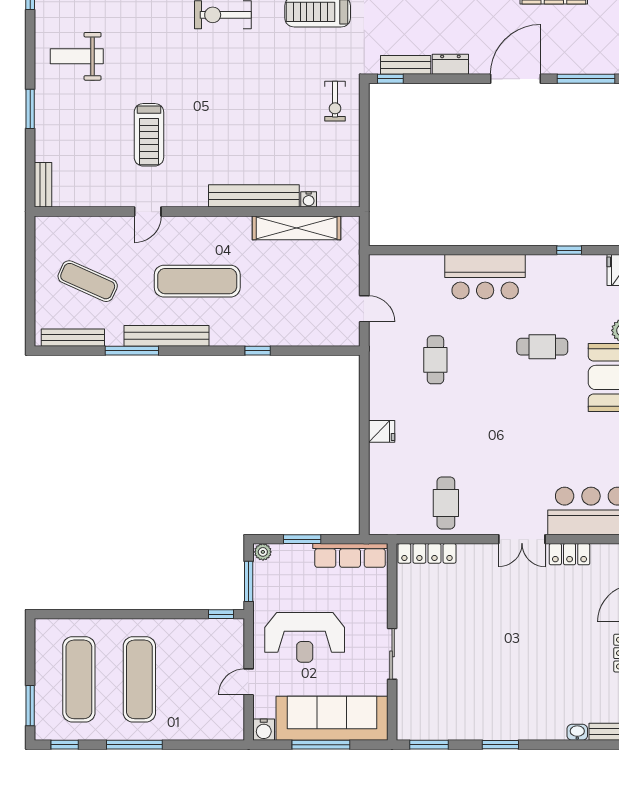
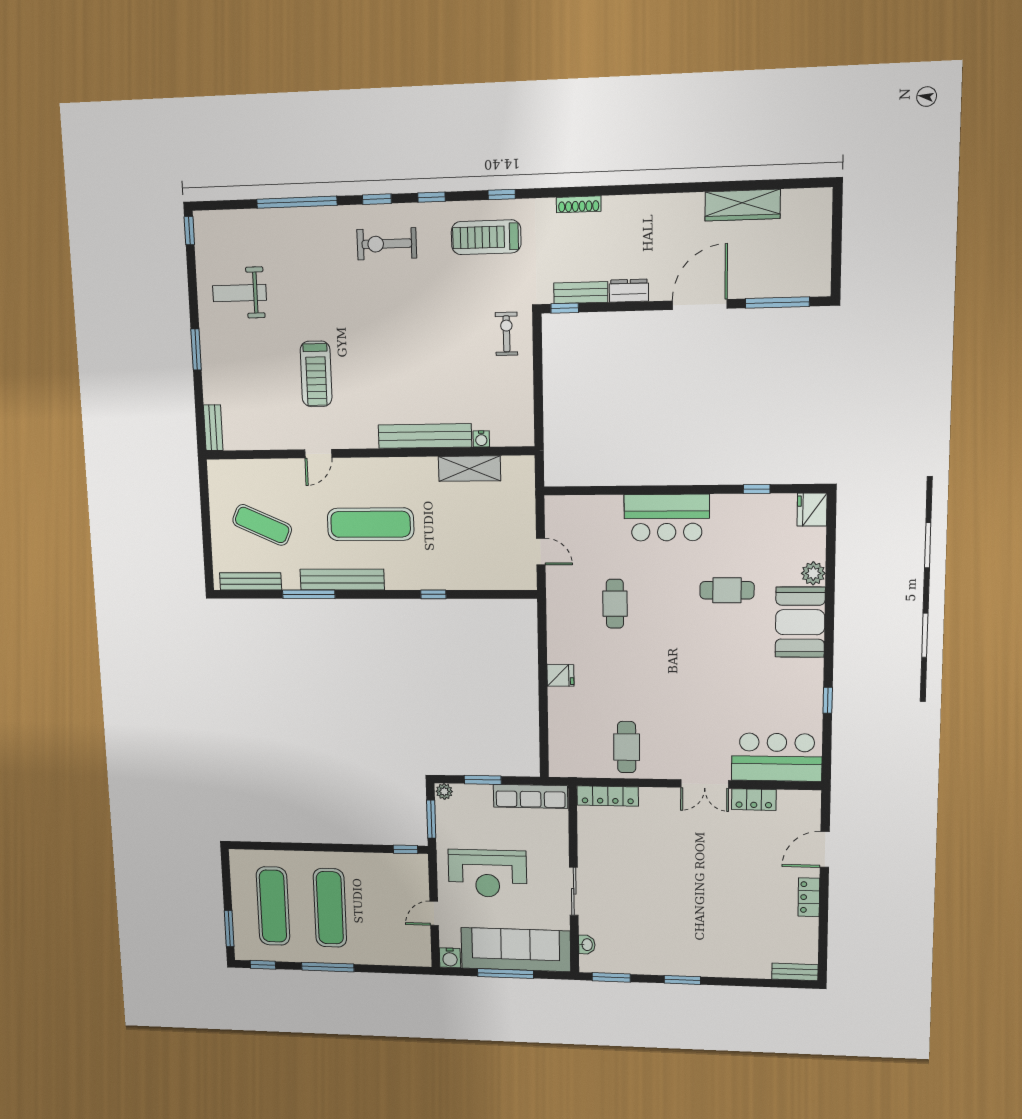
exercise bike: (335, 101) -> (506, 334), turned 180
shelving: (297, 228) -> (470, 469), width x0.68
washbasin: (577, 732) -> (587, 945), moved, turned 90

